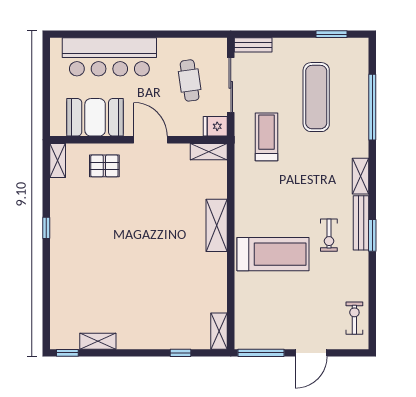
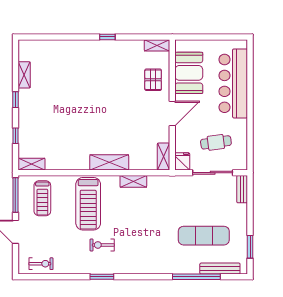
treadmill: (266, 137) -> (42, 198), moved, turned 90
shelving: (361, 176) -> (133, 181), moved
bench: (361, 223) -> (220, 269), moved
window: (67, 353) -> (15, 100), moved

